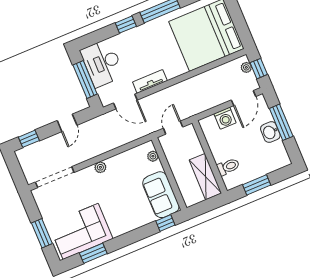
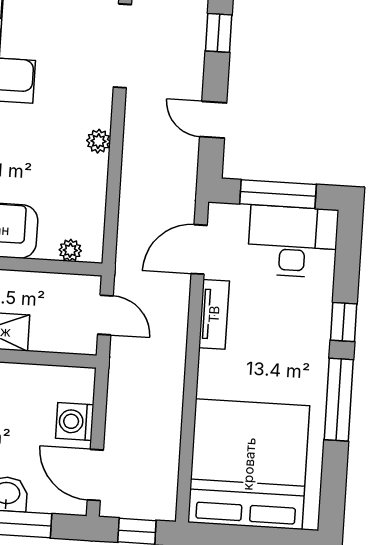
plant: (246, 67) -> (151, 509), removed

